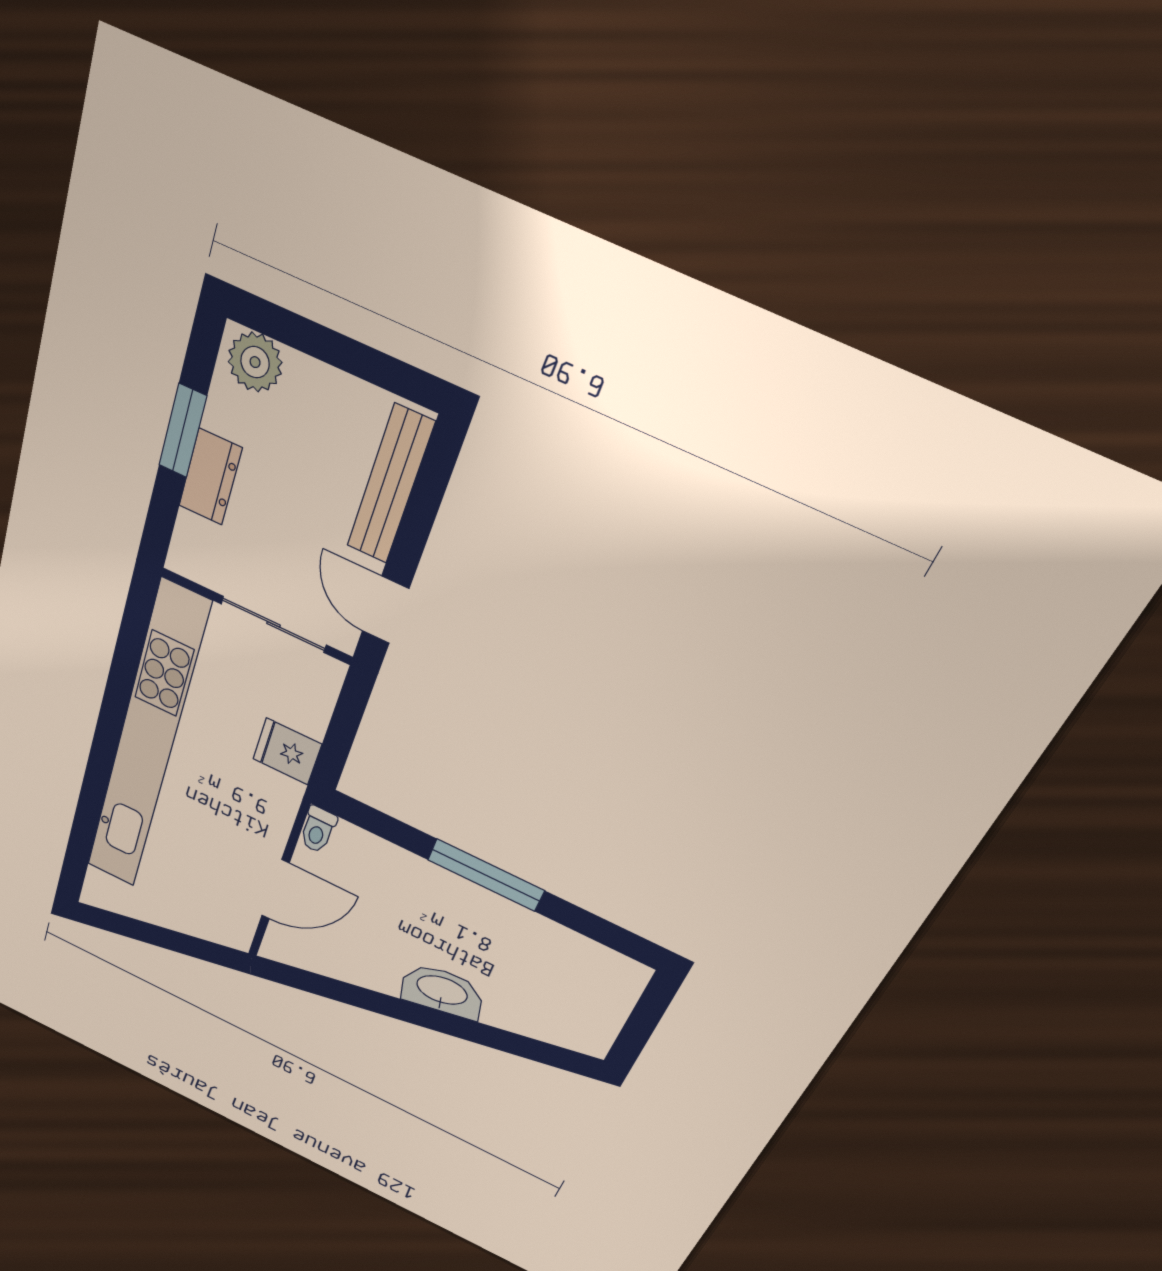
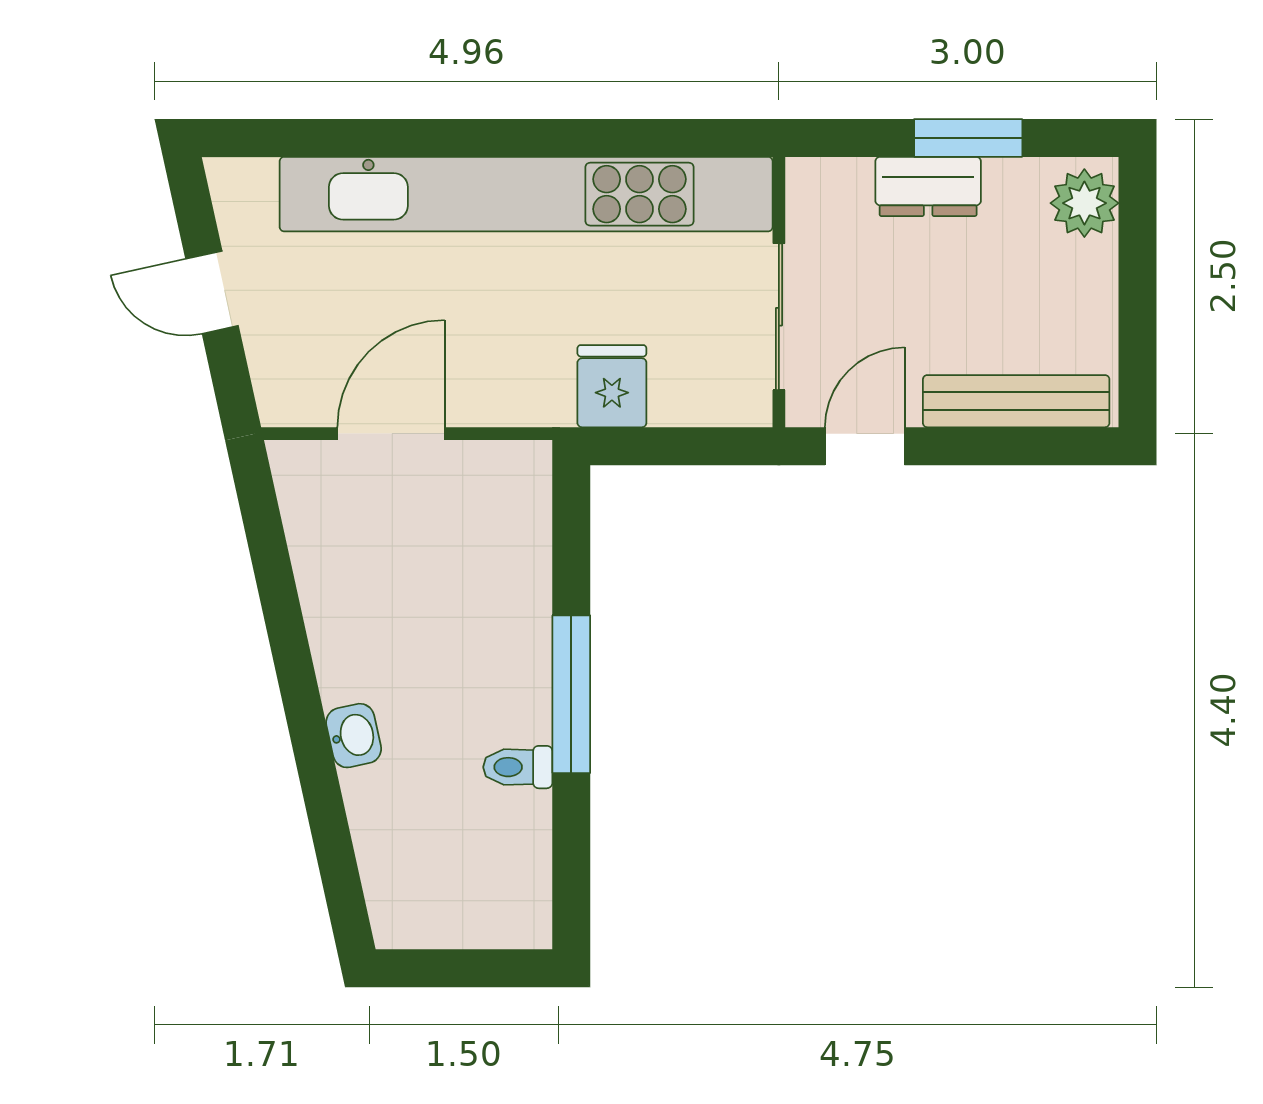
toilet: (318, 830) -> (518, 767), moved
door: (275, 890) -> (391, 434), swing flipped
door: (160, 937) -> (212, 292), added
washbasin: (442, 991) -> (354, 736), width x0.52, depth x0.69

